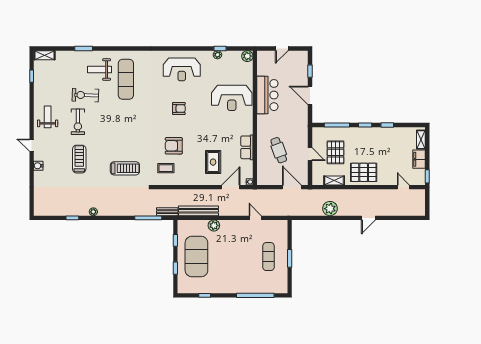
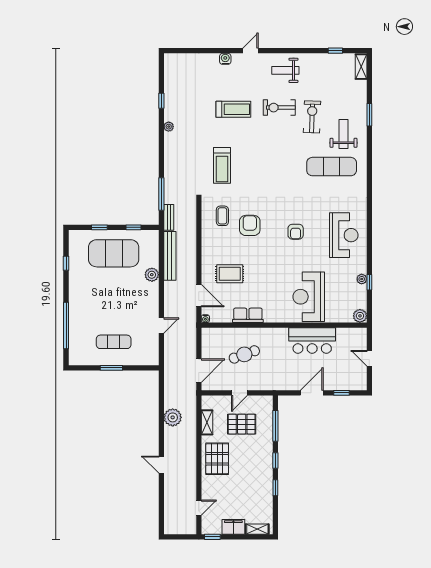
reception desk: (182, 69) -> (344, 235), turned 180
weight bench: (48, 117) -> (285, 70), turned 180

